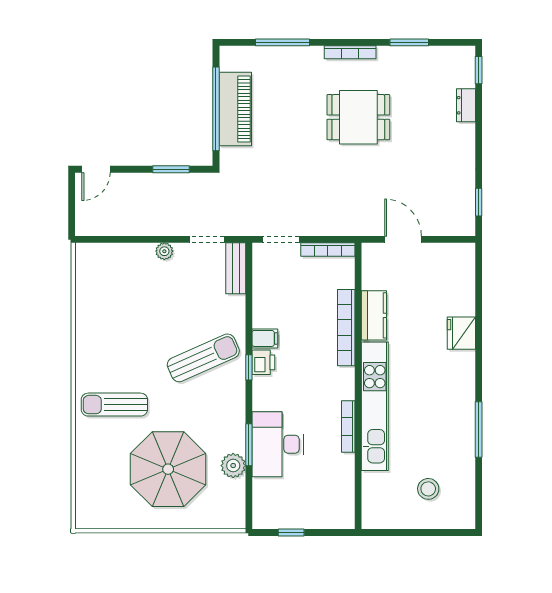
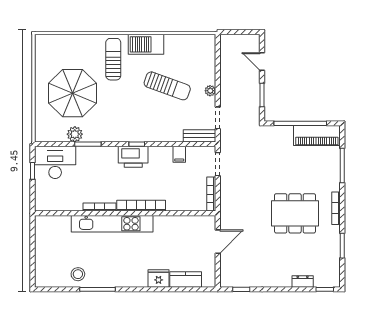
piano: (235, 109) -> (317, 136), moved
dining table: (358, 117) -> (295, 213), width x1.38
door: (96, 169) -> (262, 61), moved
kitchen counter: (374, 315) -> (186, 279), moved, turned 180
bookcase: (346, 328) -> (141, 206), moved
filing cabinet: (265, 338) -> (179, 154), moved
barbecue: (91, 353) -> (146, 44), added
sun lounger: (203, 358) -> (167, 86), moved, turned -46
printer: (263, 362) -> (133, 157), width x1.87, depth x1.48
desk: (278, 444) -> (55, 162), moved
stool: (428, 489) -> (78, 274), moved

